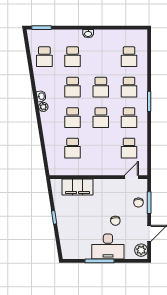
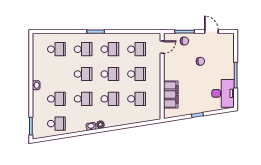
school desk: (101, 148) -> (137, 74), added
door: (131, 177) -> (162, 47), swing flipped
desk: (108, 247) -> (223, 93), moved
plant: (141, 250) -> (226, 39), removed

